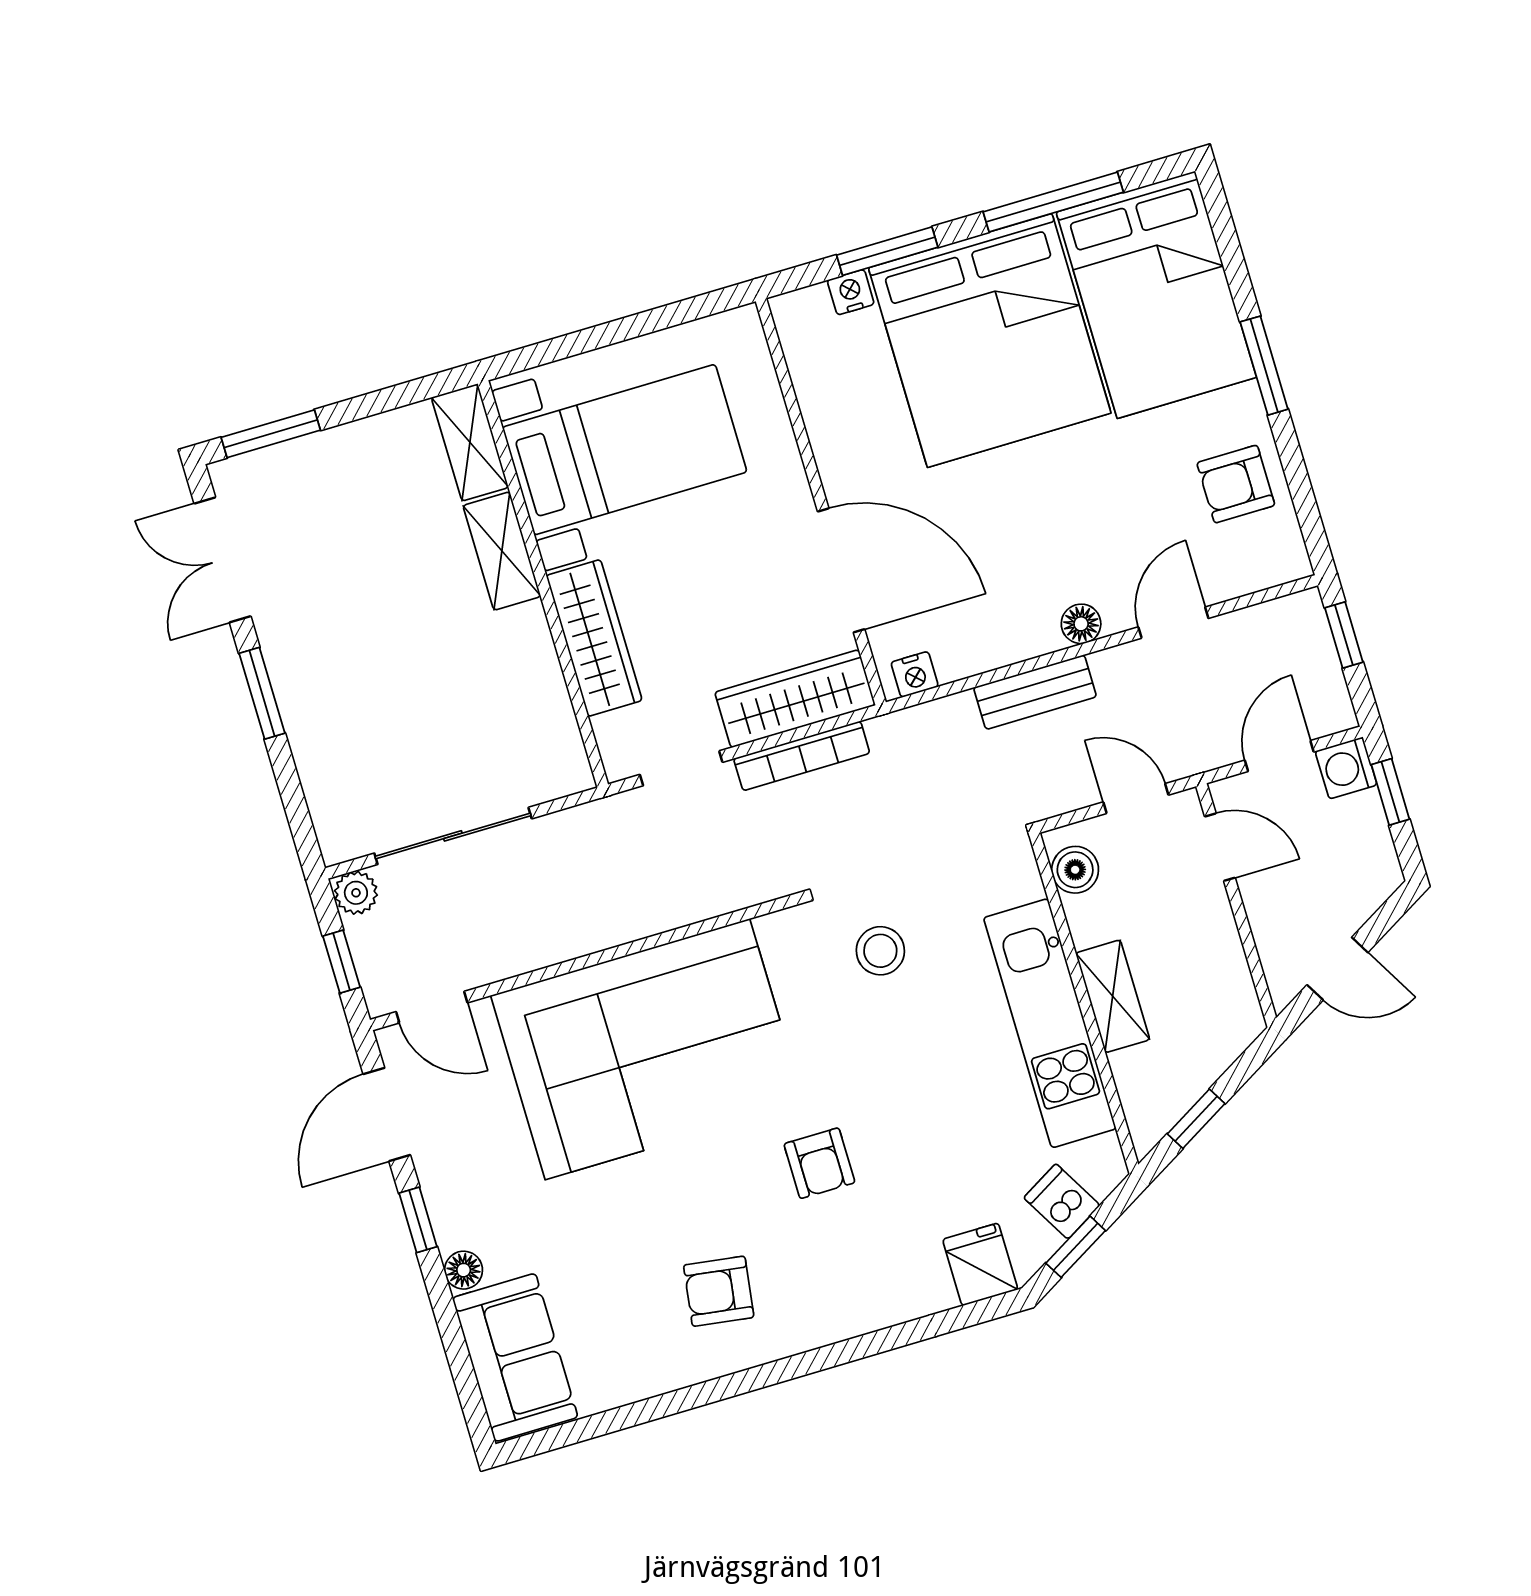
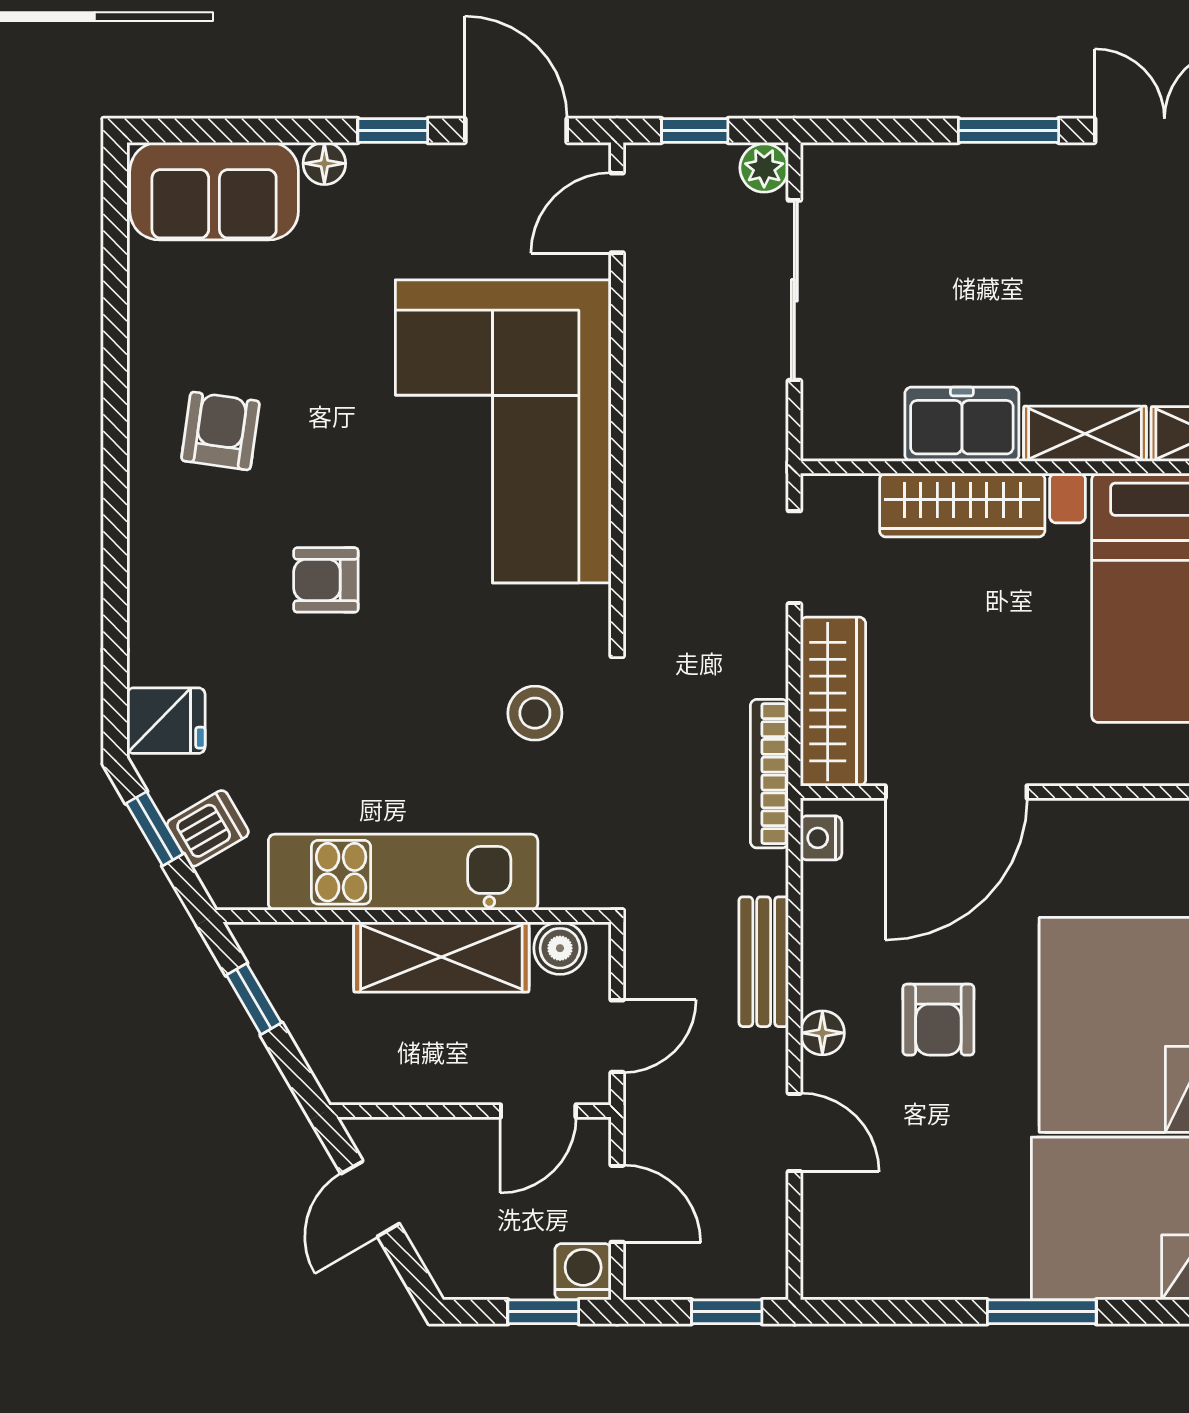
armchair: (1236, 484) -> (938, 1020), moved, turned 180
freezer: (525, 659) -> (962, 424), added
bookcase: (802, 756) -> (769, 774), moved
shelving: (1113, 996) -> (441, 957), width x1.50, depth x1.33

